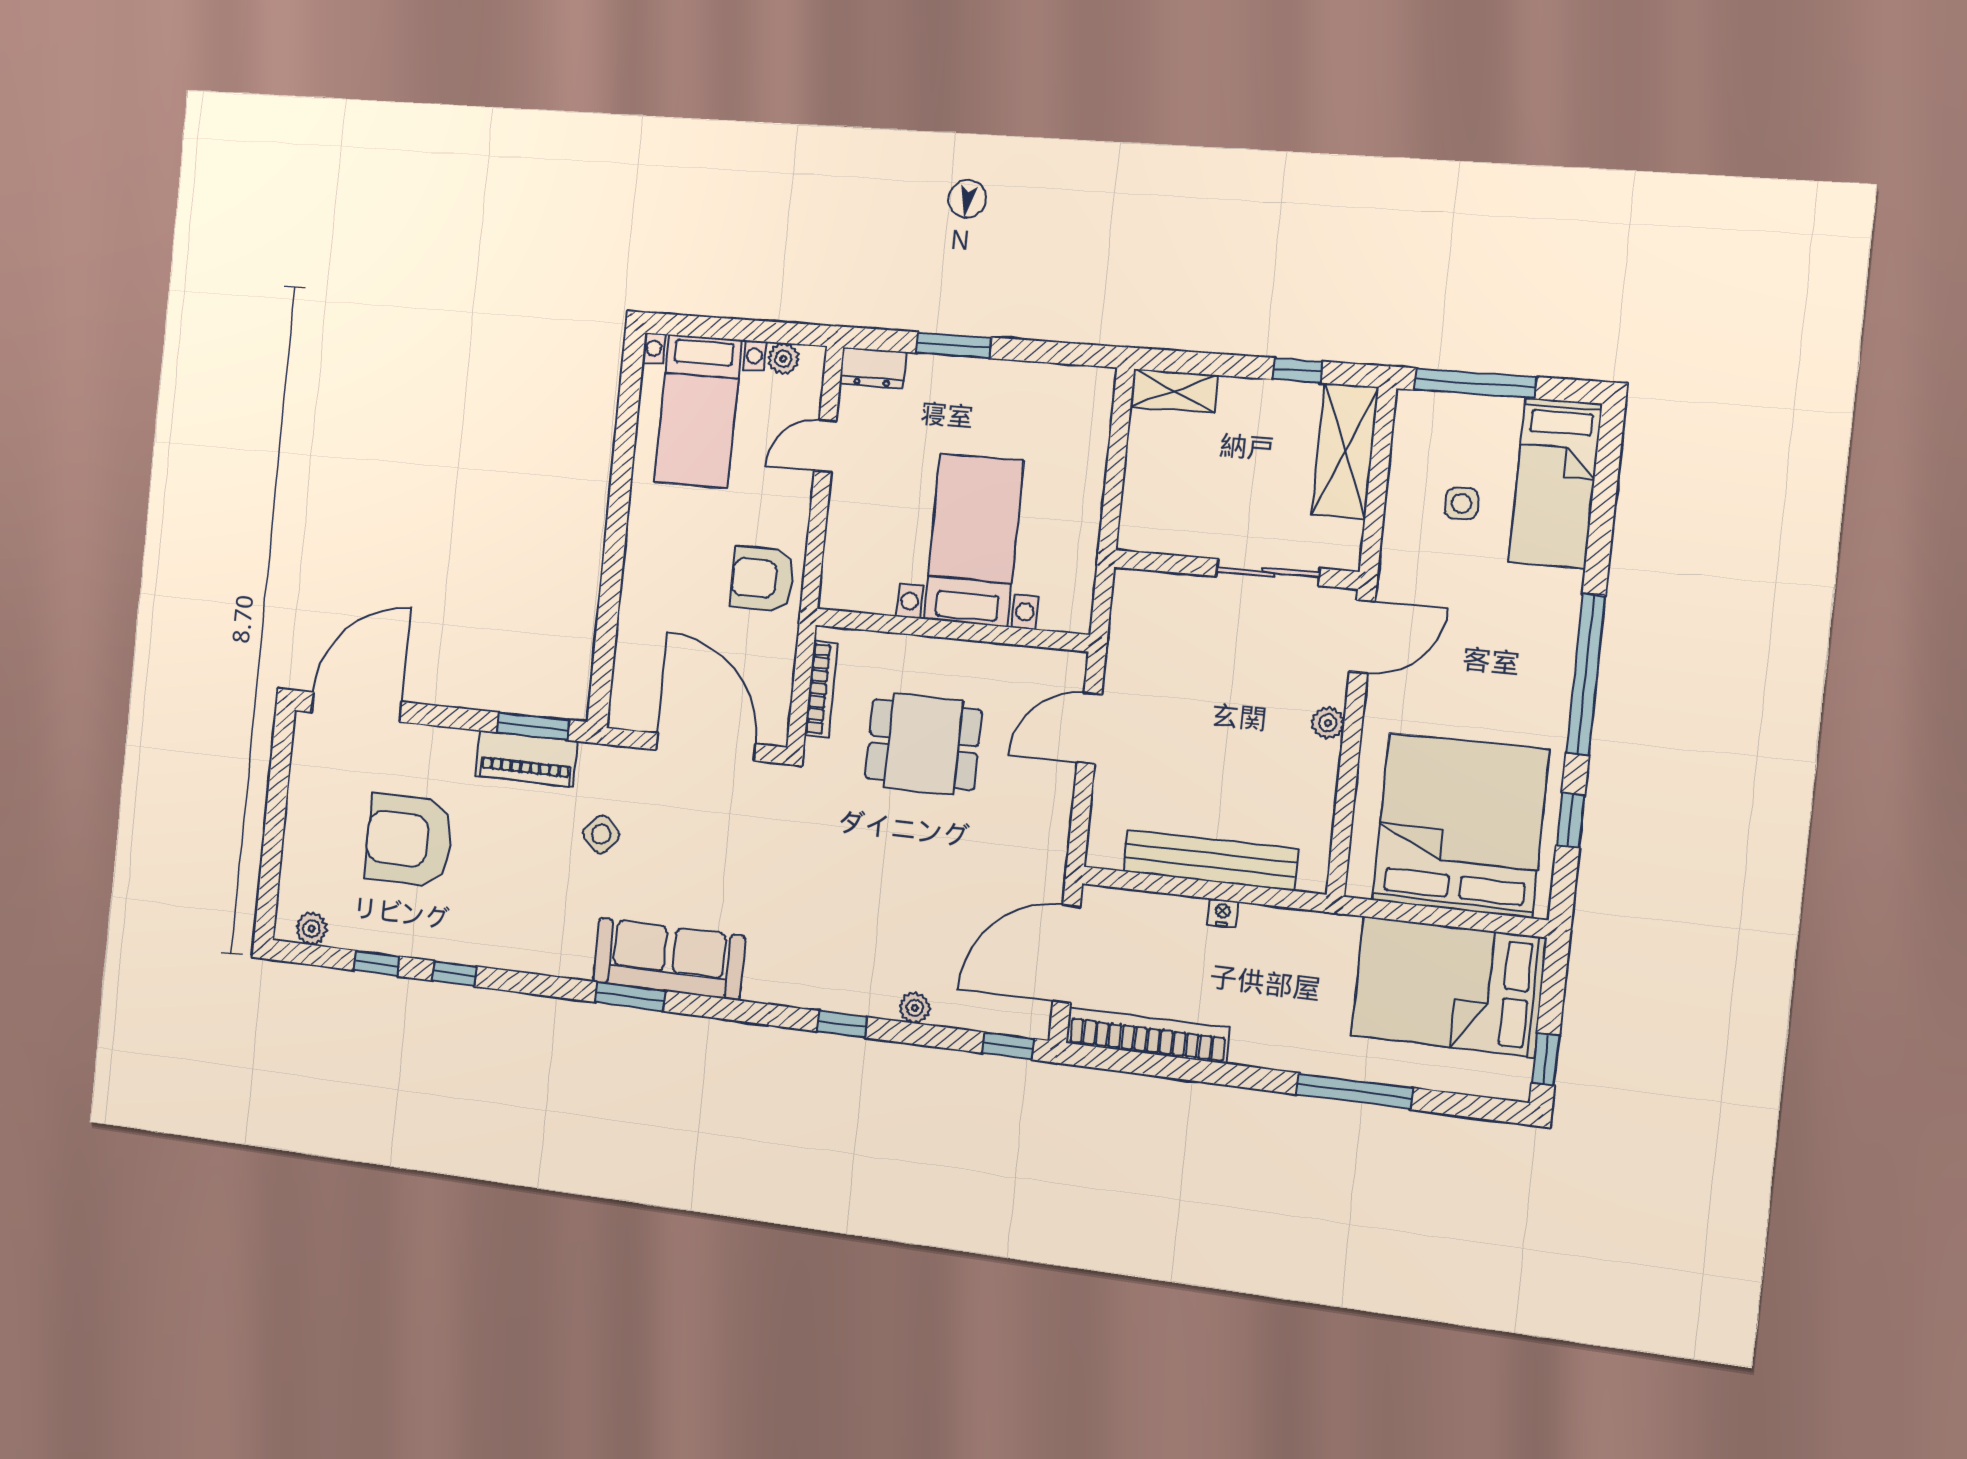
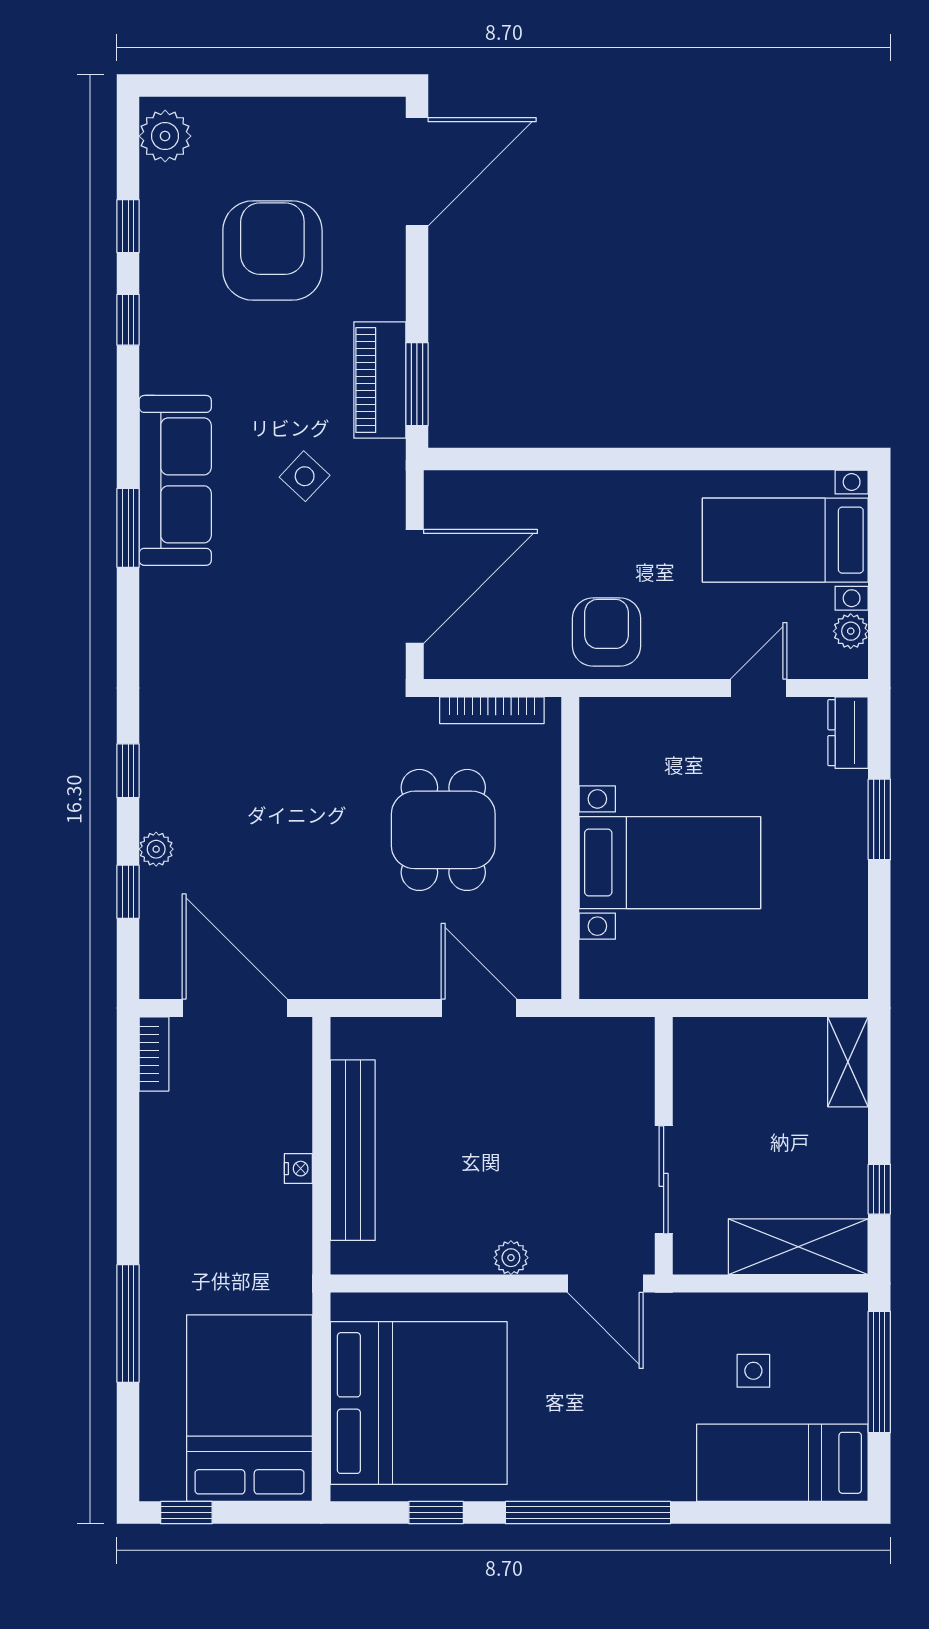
door: (825, 446) -> (759, 688), hinge flipped
door: (356, 707) -> (417, 172), hinge flipped
plant: (312, 929) -> (165, 136), width x1.38, depth x1.38
sofa: (669, 959) -> (175, 480), moved
bookcase: (1147, 1035) -> (154, 1054), width x0.43, depth x0.76
window: (1008, 1046) -> (128, 892), moved

